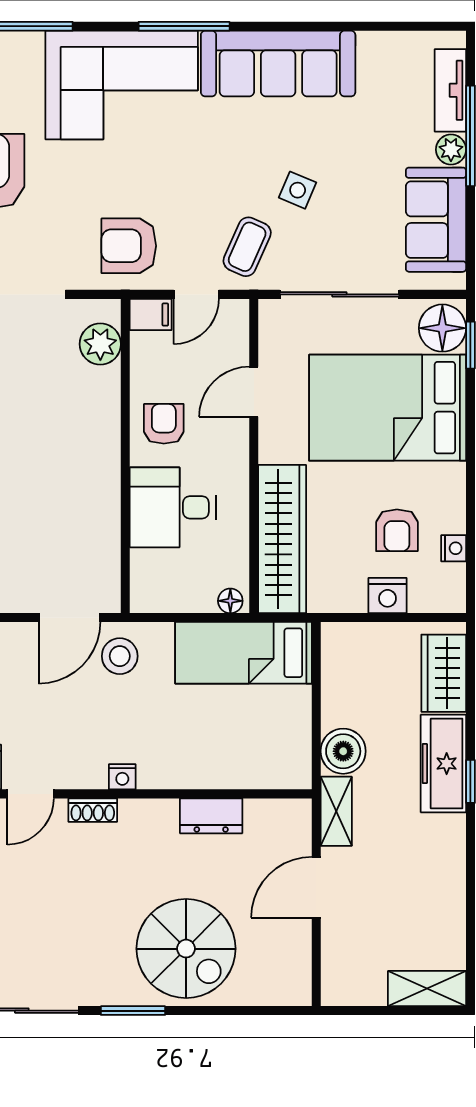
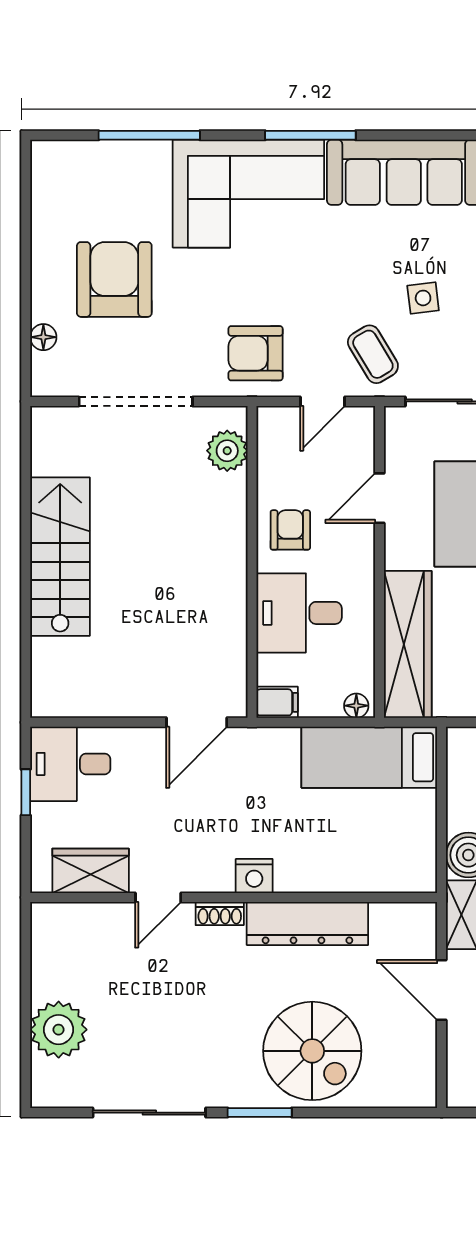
side table: (298, 190) -> (423, 298), turned -30
coffee table: (247, 247) -> (373, 354), turned -55
filing cabinet: (151, 315) -> (277, 702), moved
stool: (120, 656) -> (246, 761), removed
nightstand: (122, 777) -> (254, 876), width x1.39, depth x1.35
dresser: (211, 816) -> (307, 923), width x1.96, depth x1.24
door: (316, 887) -> (442, 990), hinge flipped

